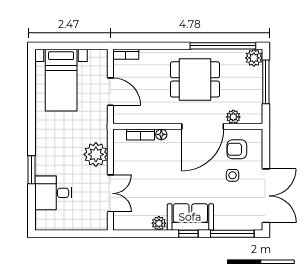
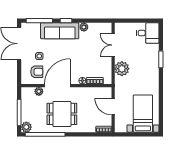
desk: (53, 193) -> (148, 33), moved
sofa: (190, 217) -> (60, 31), width x1.36

